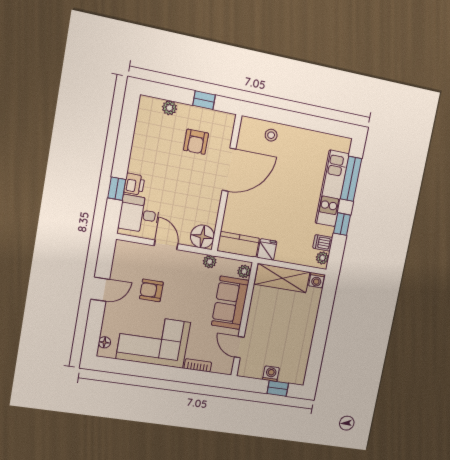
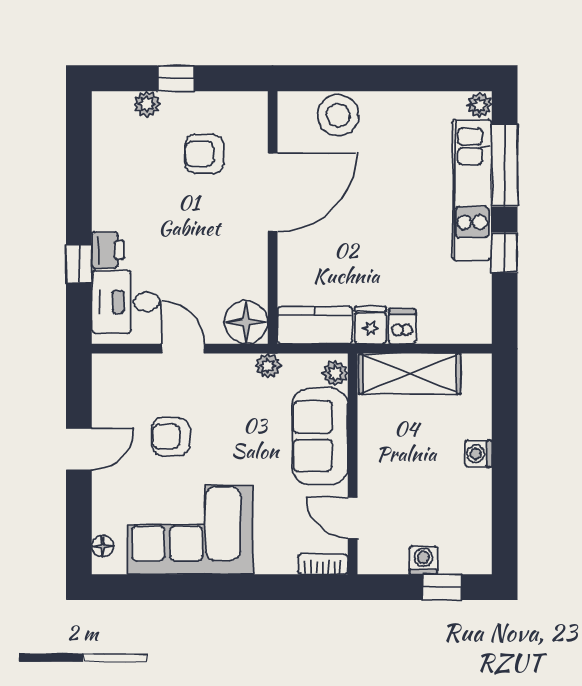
window: (204, 100) -> (176, 78), moved
stool: (271, 135) -> (338, 115), width x1.89, depth x1.89
armchair: (196, 142) -> (204, 154), turned 90
dishwasher: (323, 243) -> (402, 326), moved, turned 90
plant: (322, 258) -> (479, 105), moved
washing machine: (317, 280) -> (478, 454), moved, turned 90
bookcase: (198, 365) -> (323, 564), moved

